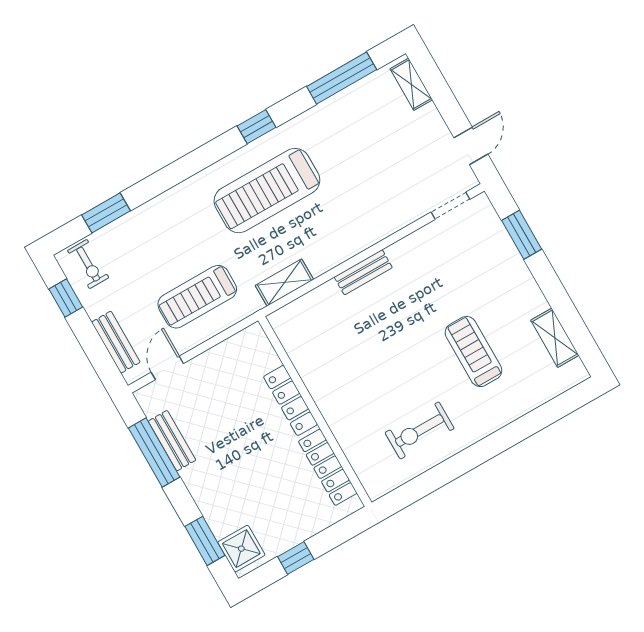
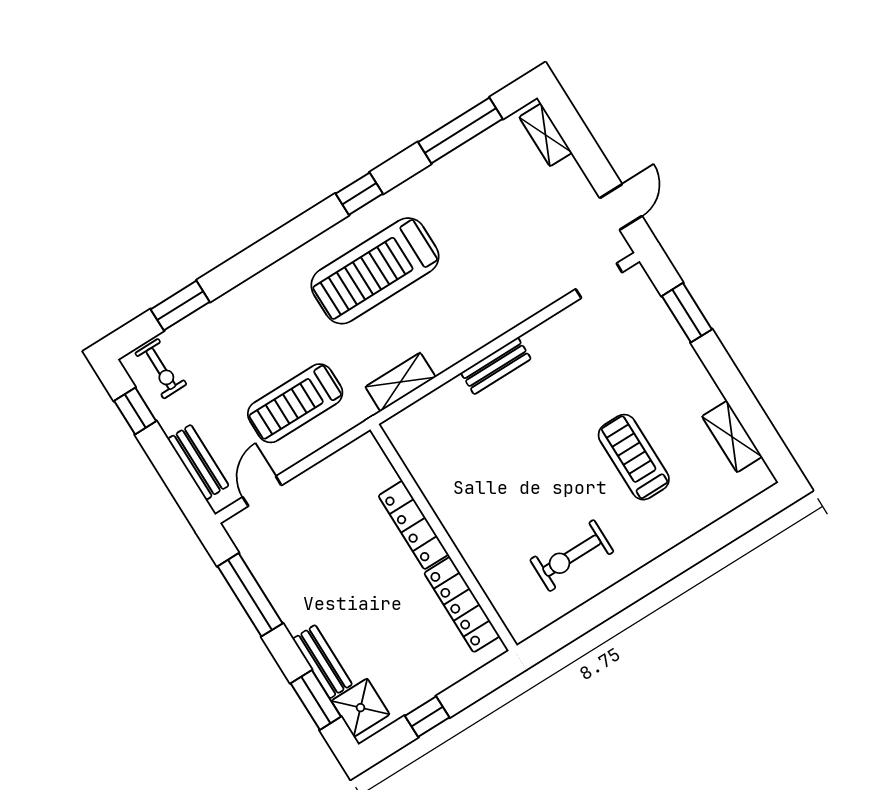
bench: (172, 441) -> (322, 662), moved

